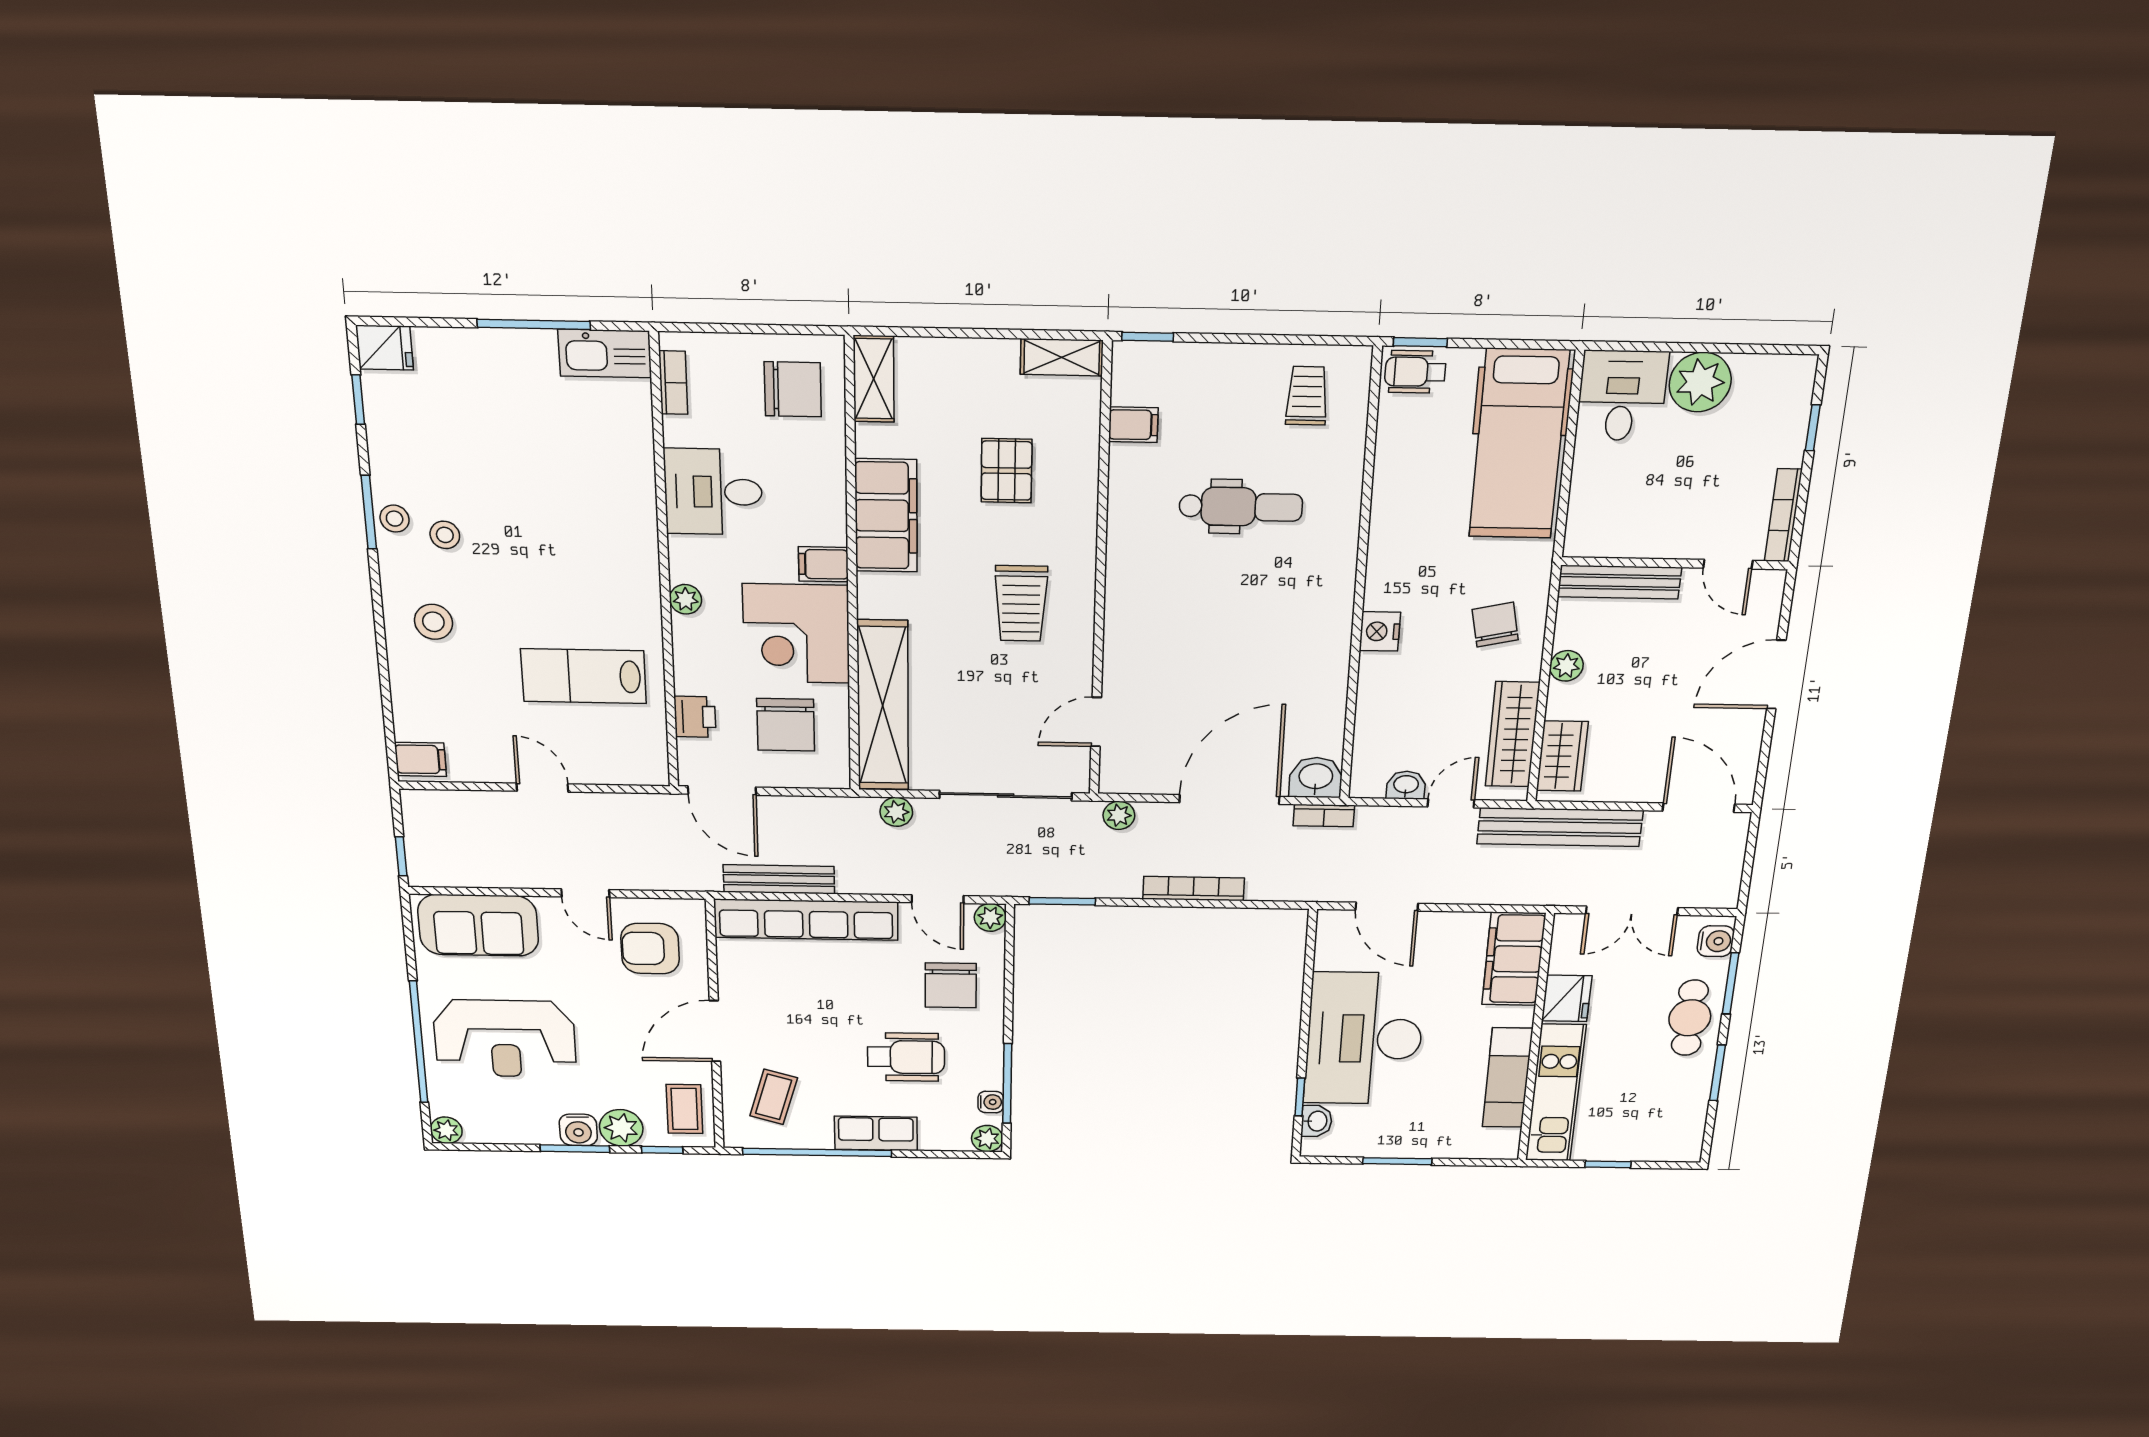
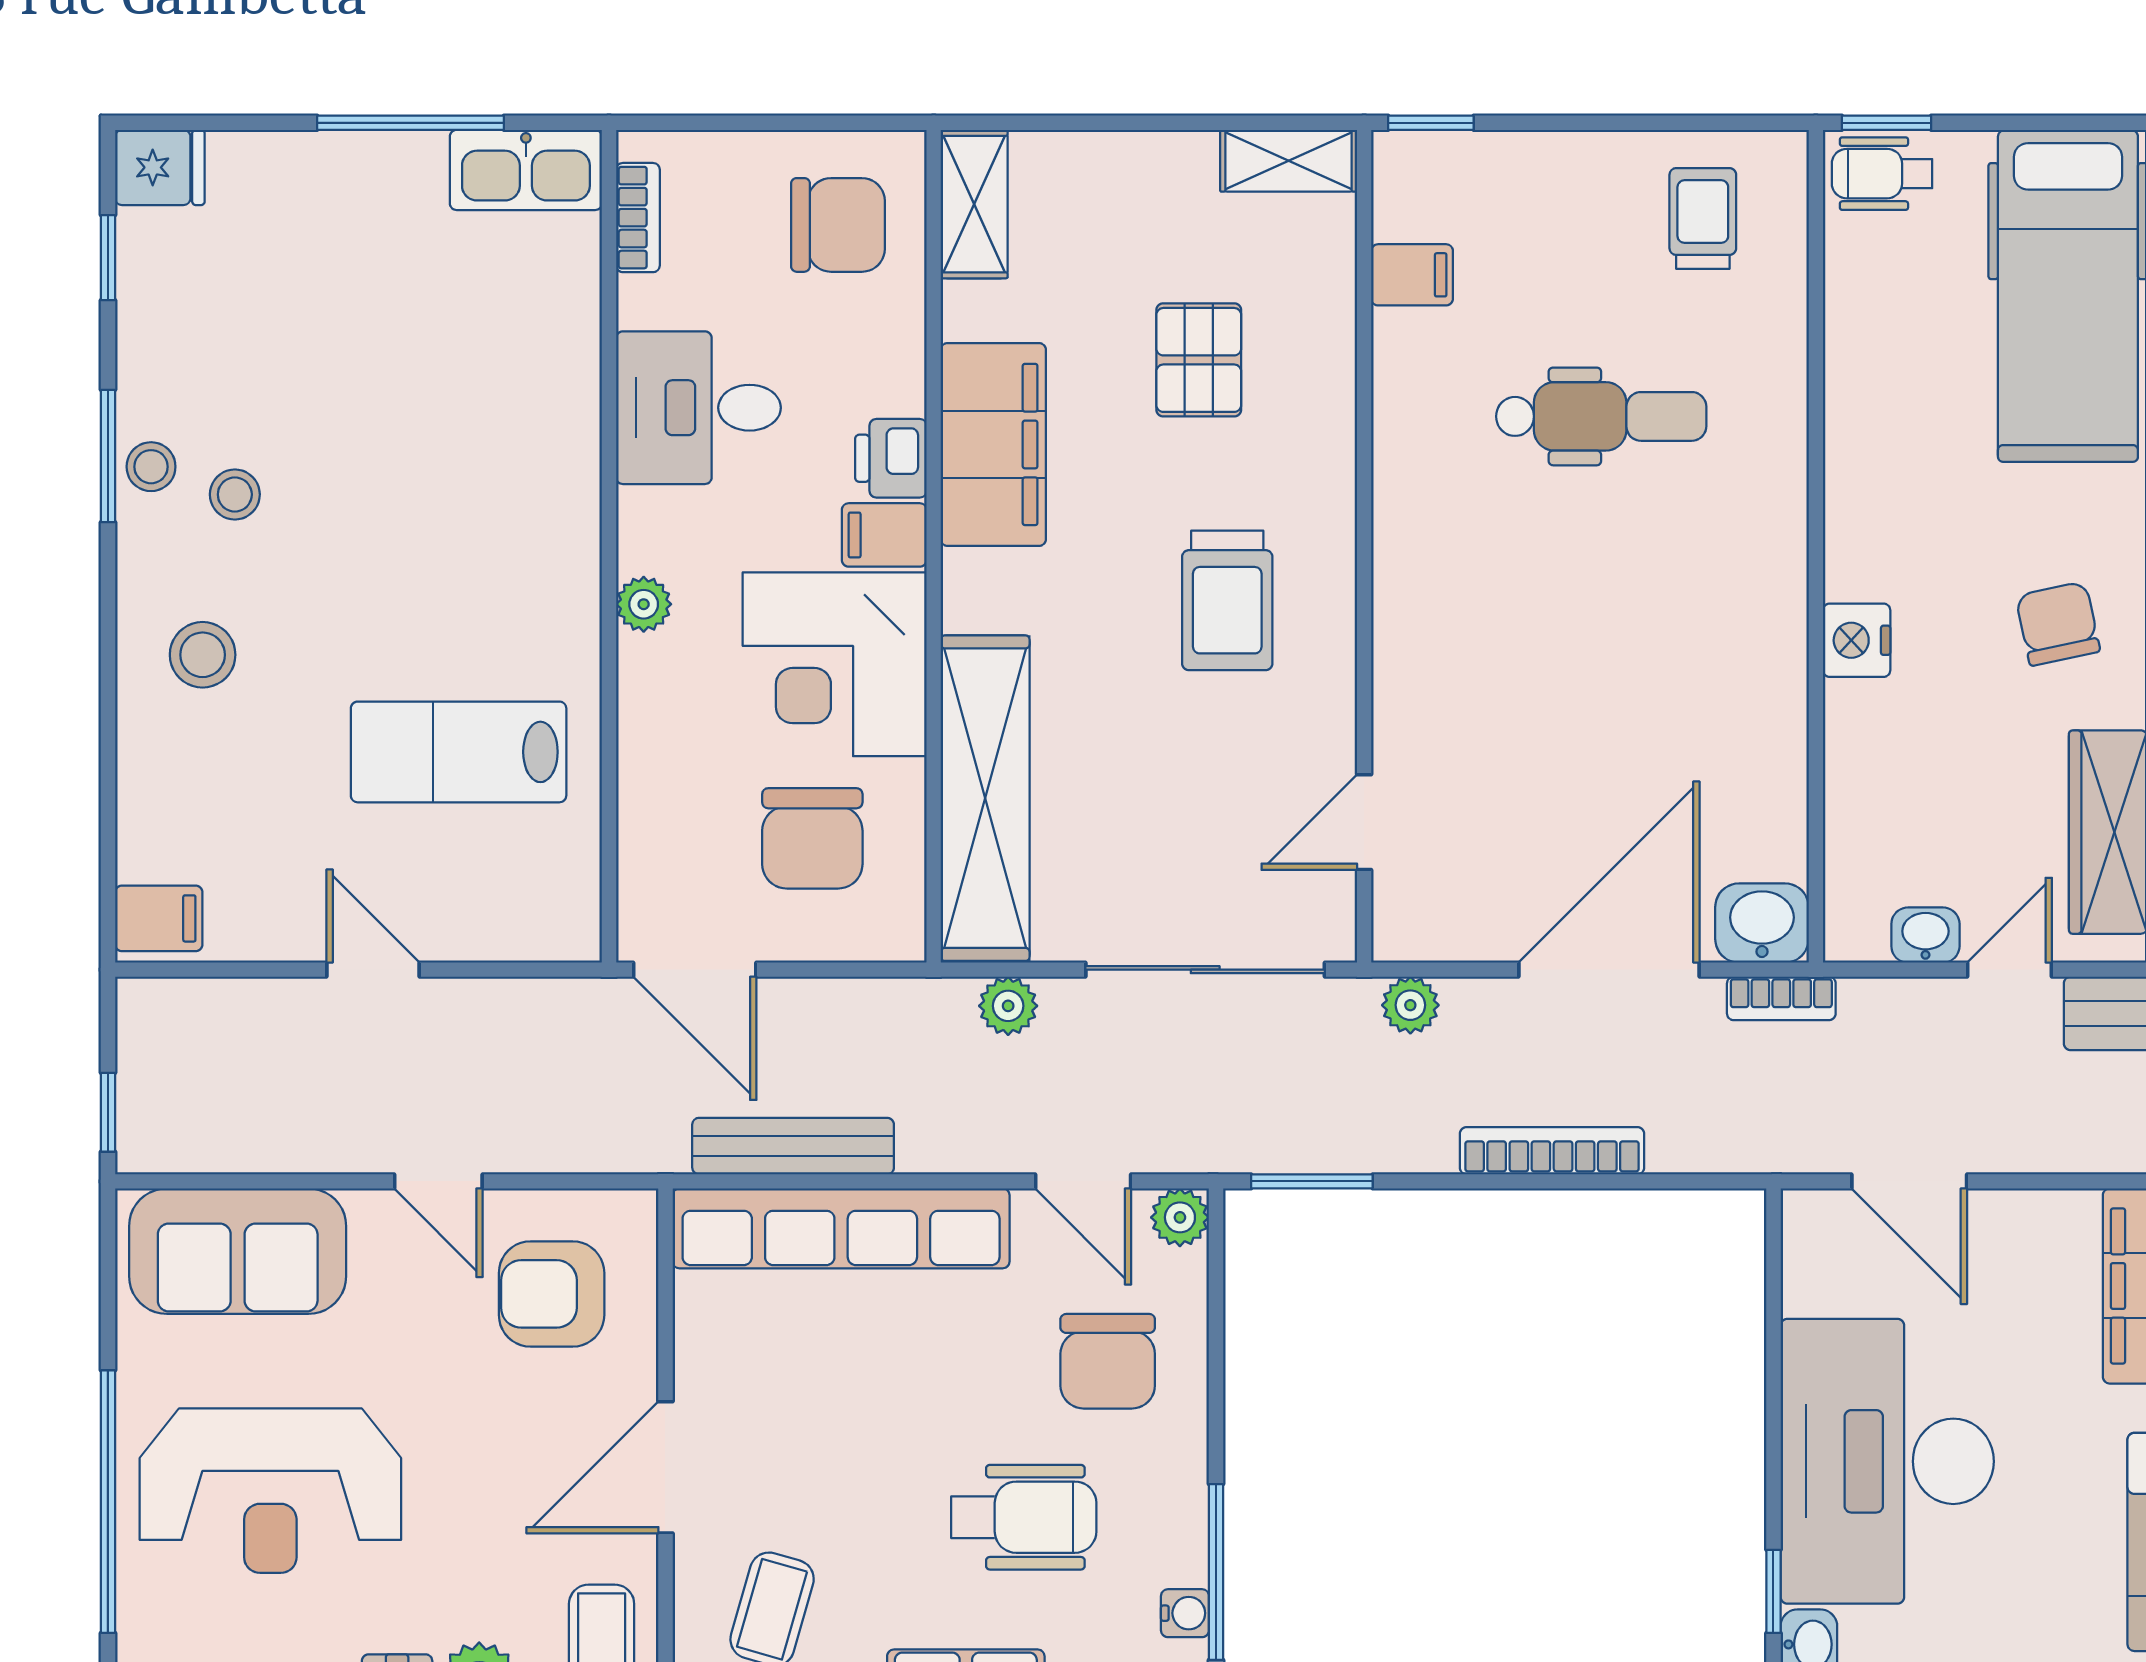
printer: (695, 717) -> (891, 458), moved, turned 180

